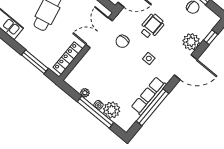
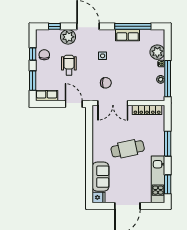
wheelchair: (152, 26) -> (69, 65), moved, turned 90
window: (35, 62) -> (168, 144), moved
row of seats: (149, 96) -> (127, 35), width x0.68
window: (96, 112) -> (168, 79), moved

